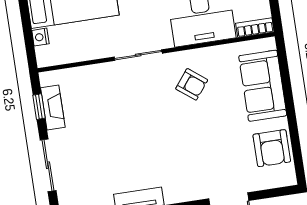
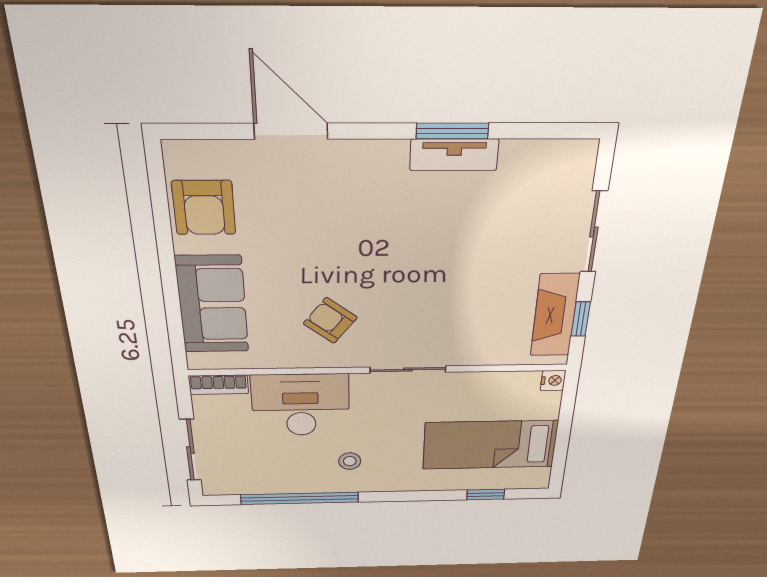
nightstand: (40, 37) -> (553, 380), moved
fireplace: (53, 107) -> (555, 315), width x1.37, depth x1.32
armchair: (272, 148) -> (204, 208), turned 180

